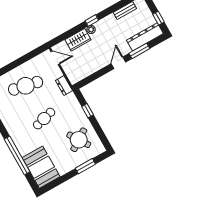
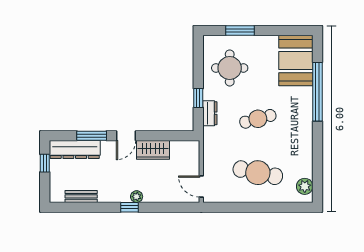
wardrobe: (78, 40) -> (153, 150), moved, turned 180
dresser: (64, 85) -> (210, 113), moved
round table: (79, 140) -> (230, 68), turned 33

